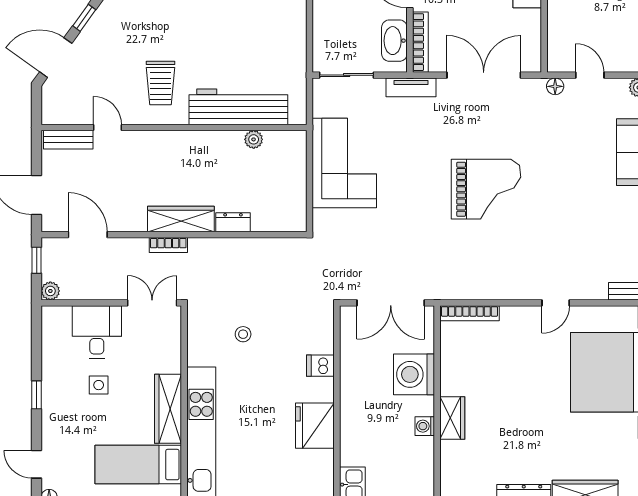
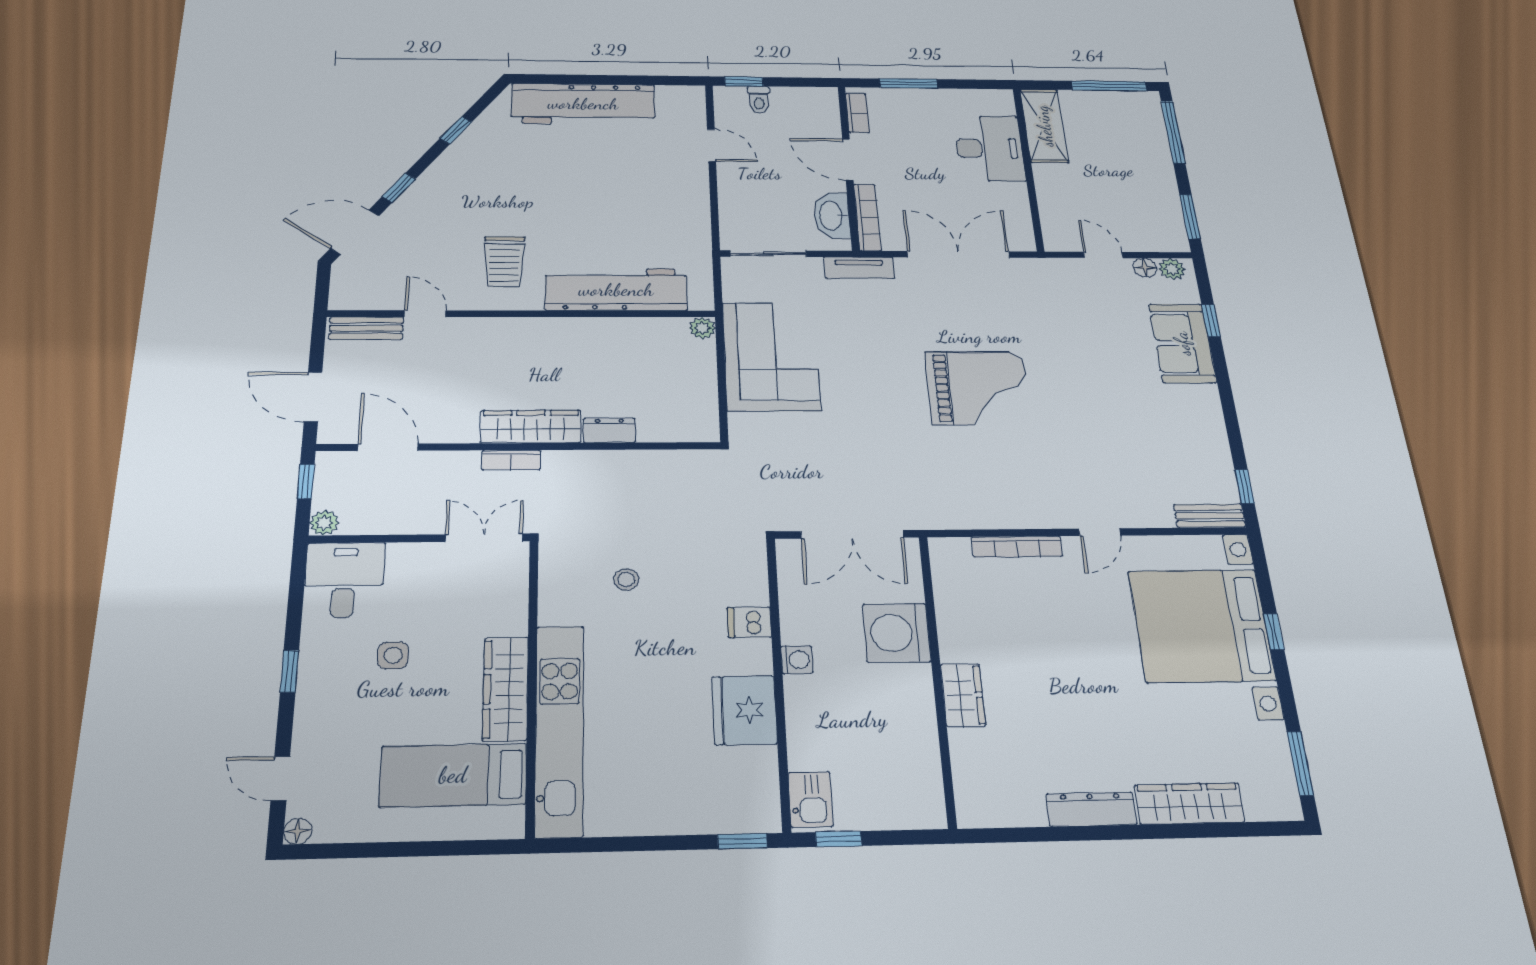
floor lamp: (555, 86) -> (1145, 268), moved
plant: (254, 139) -> (702, 328), moved
bookcase: (469, 313) -> (1017, 547), moved
desk: (97, 332) -> (344, 580), moved
washing machine: (425, 426) -> (797, 660), moved, turned 180

